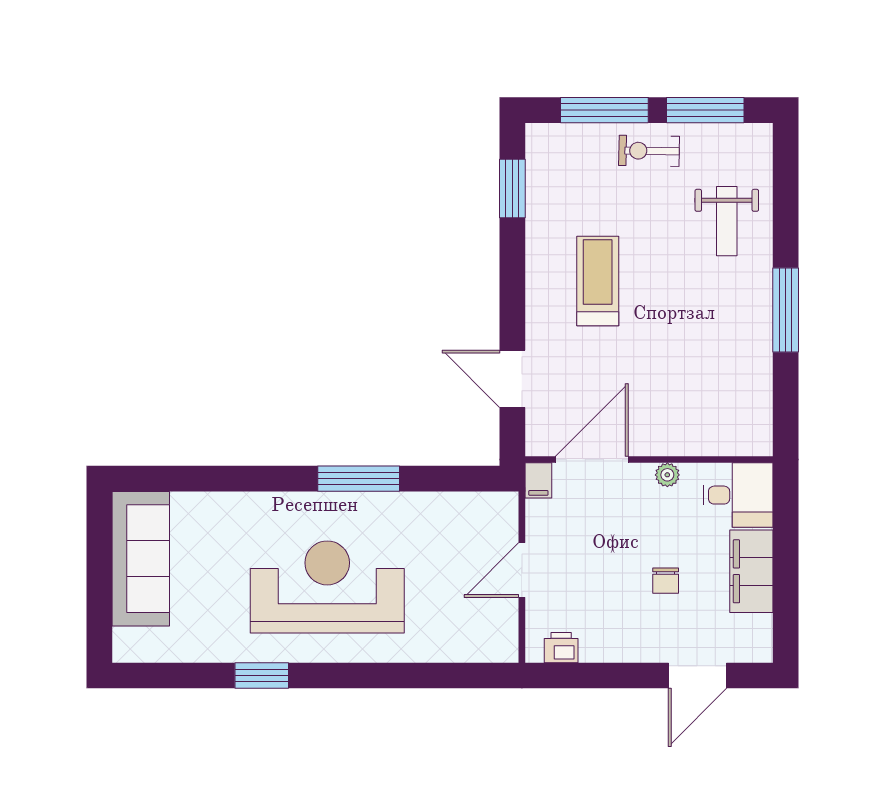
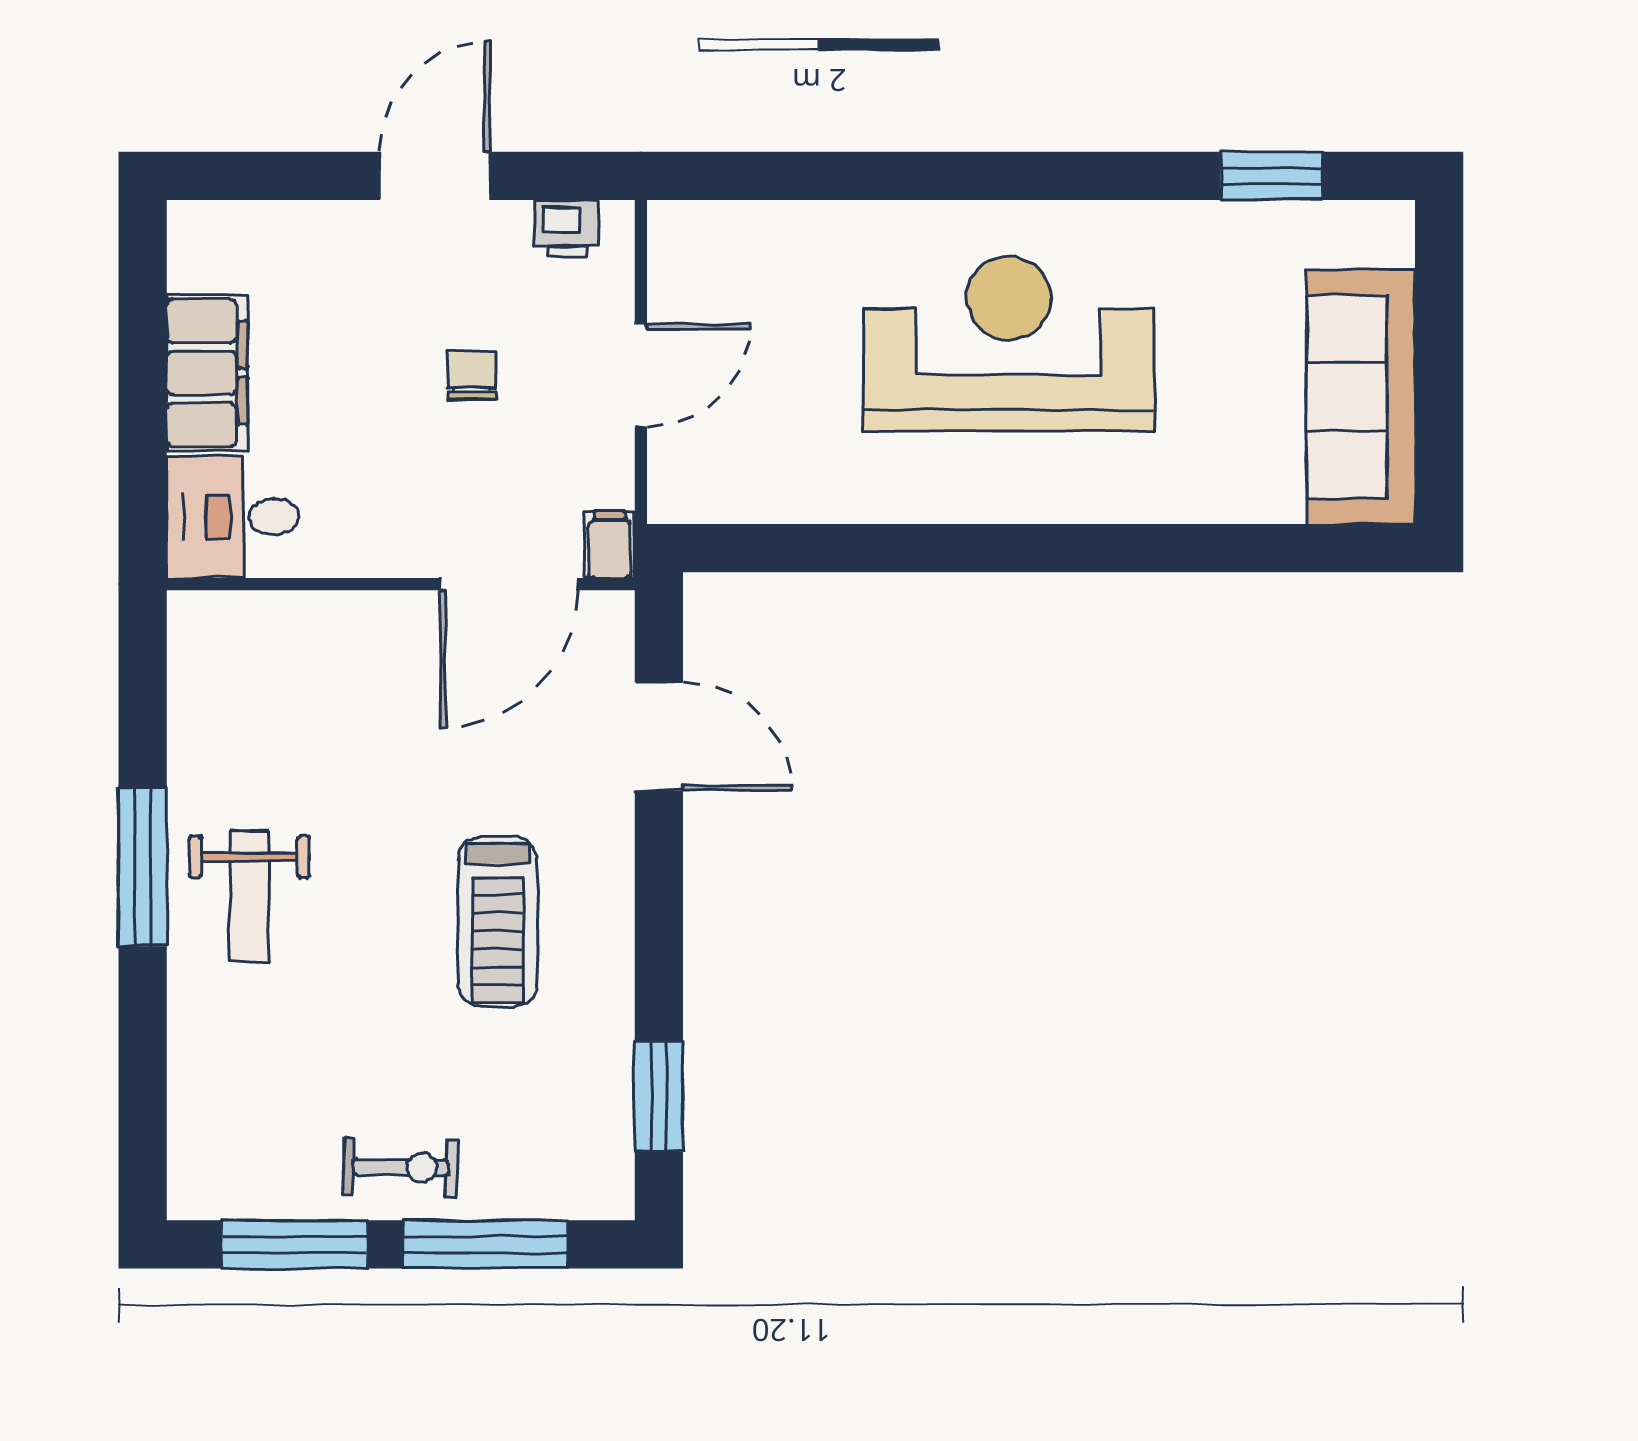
weight bench: (727, 221) -> (250, 896), moved, turned 180
plant: (667, 475) -> (366, 555), removed
window: (359, 479) -> (950, 548), removed
chair: (666, 581) -> (472, 375), moved
reception desk: (327, 587) -> (1009, 343), turned 180
window: (262, 676) -> (1272, 176), moved
door: (698, 676) -> (435, 176), moved

